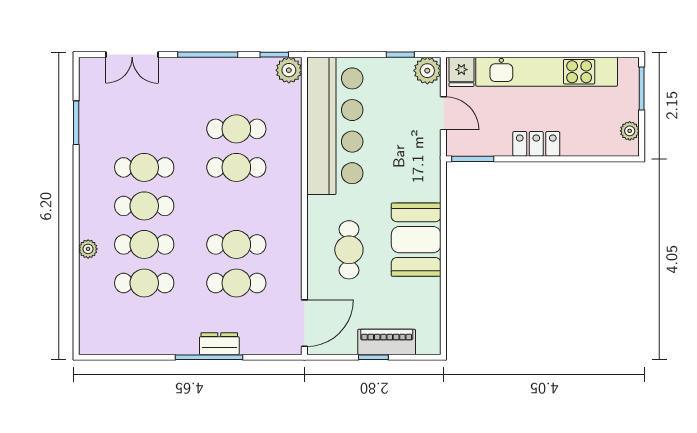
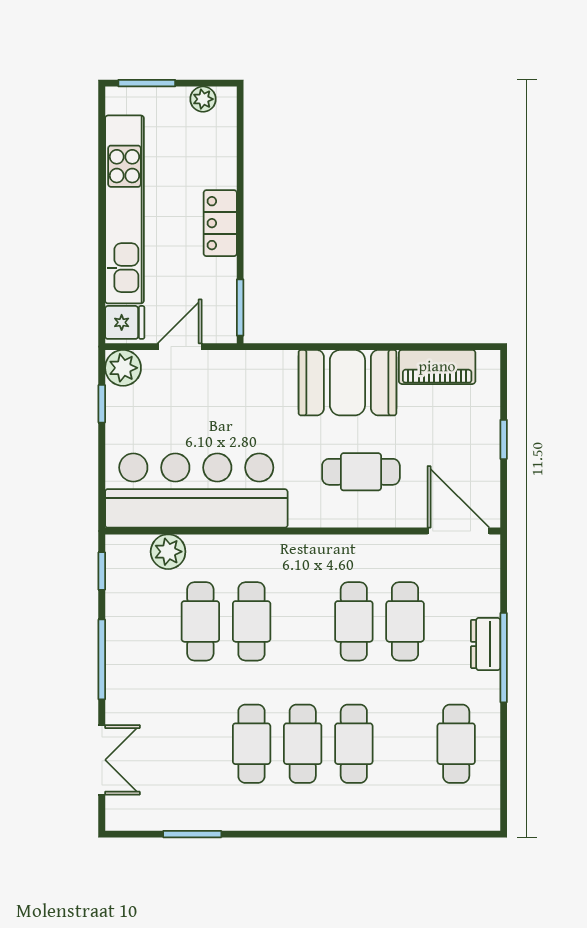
plant: (289, 70) -> (168, 552), moved
plant: (88, 249) -> (360, 818), removed
cafe table: (144, 283) -> (456, 744), moved
piano: (387, 342) -> (437, 367), moved, turned -90

